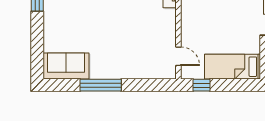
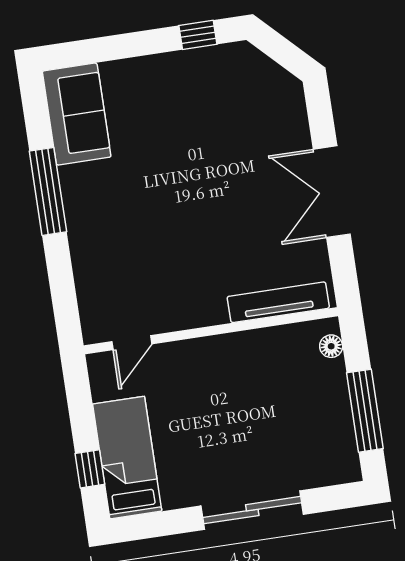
window: (202, 85) -> (90, 469), moved

